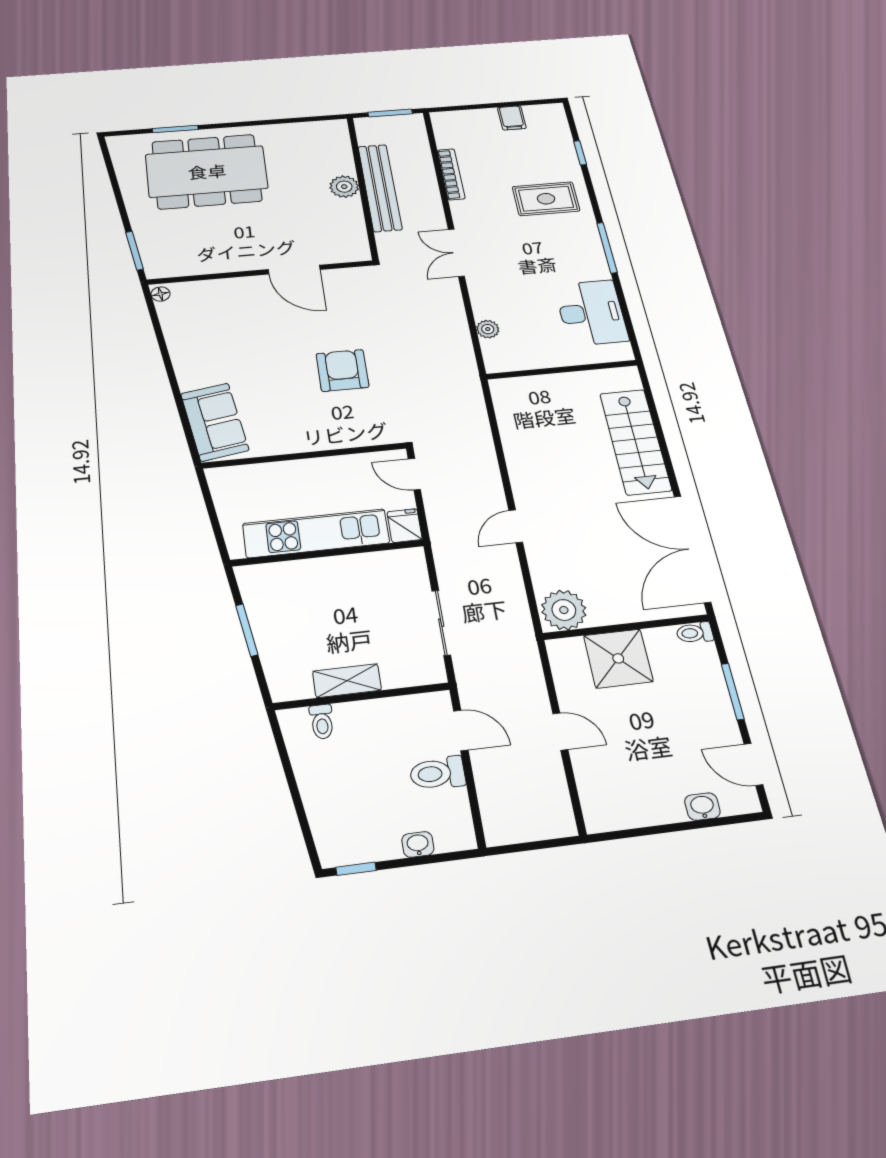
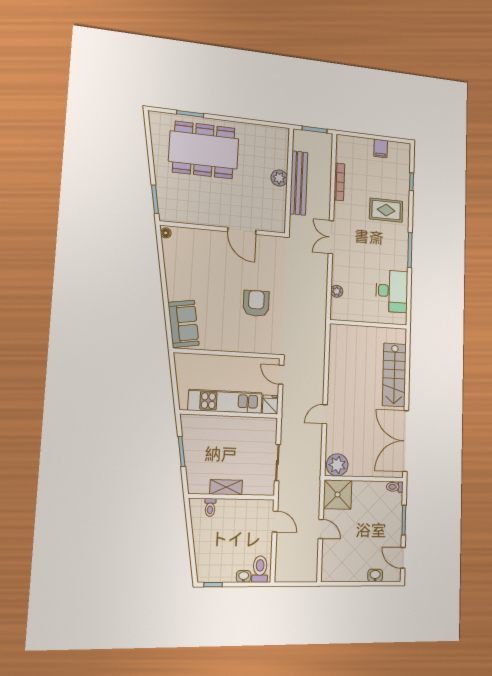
shower: (618, 658) -> (338, 495), moved
toilet: (437, 773) -> (260, 569), moved, turned 90

